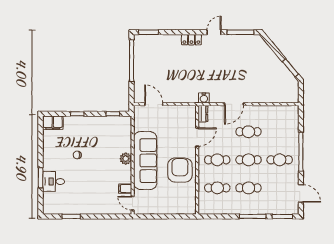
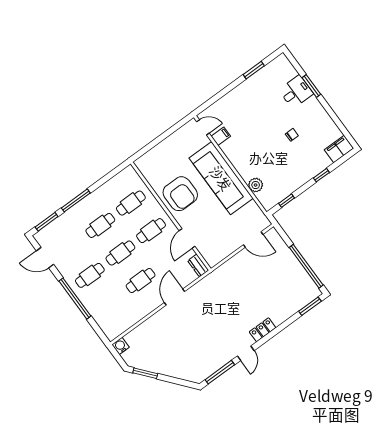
water cooler: (204, 98) -> (121, 346), moved
plant: (126, 159) -> (256, 185), moved

